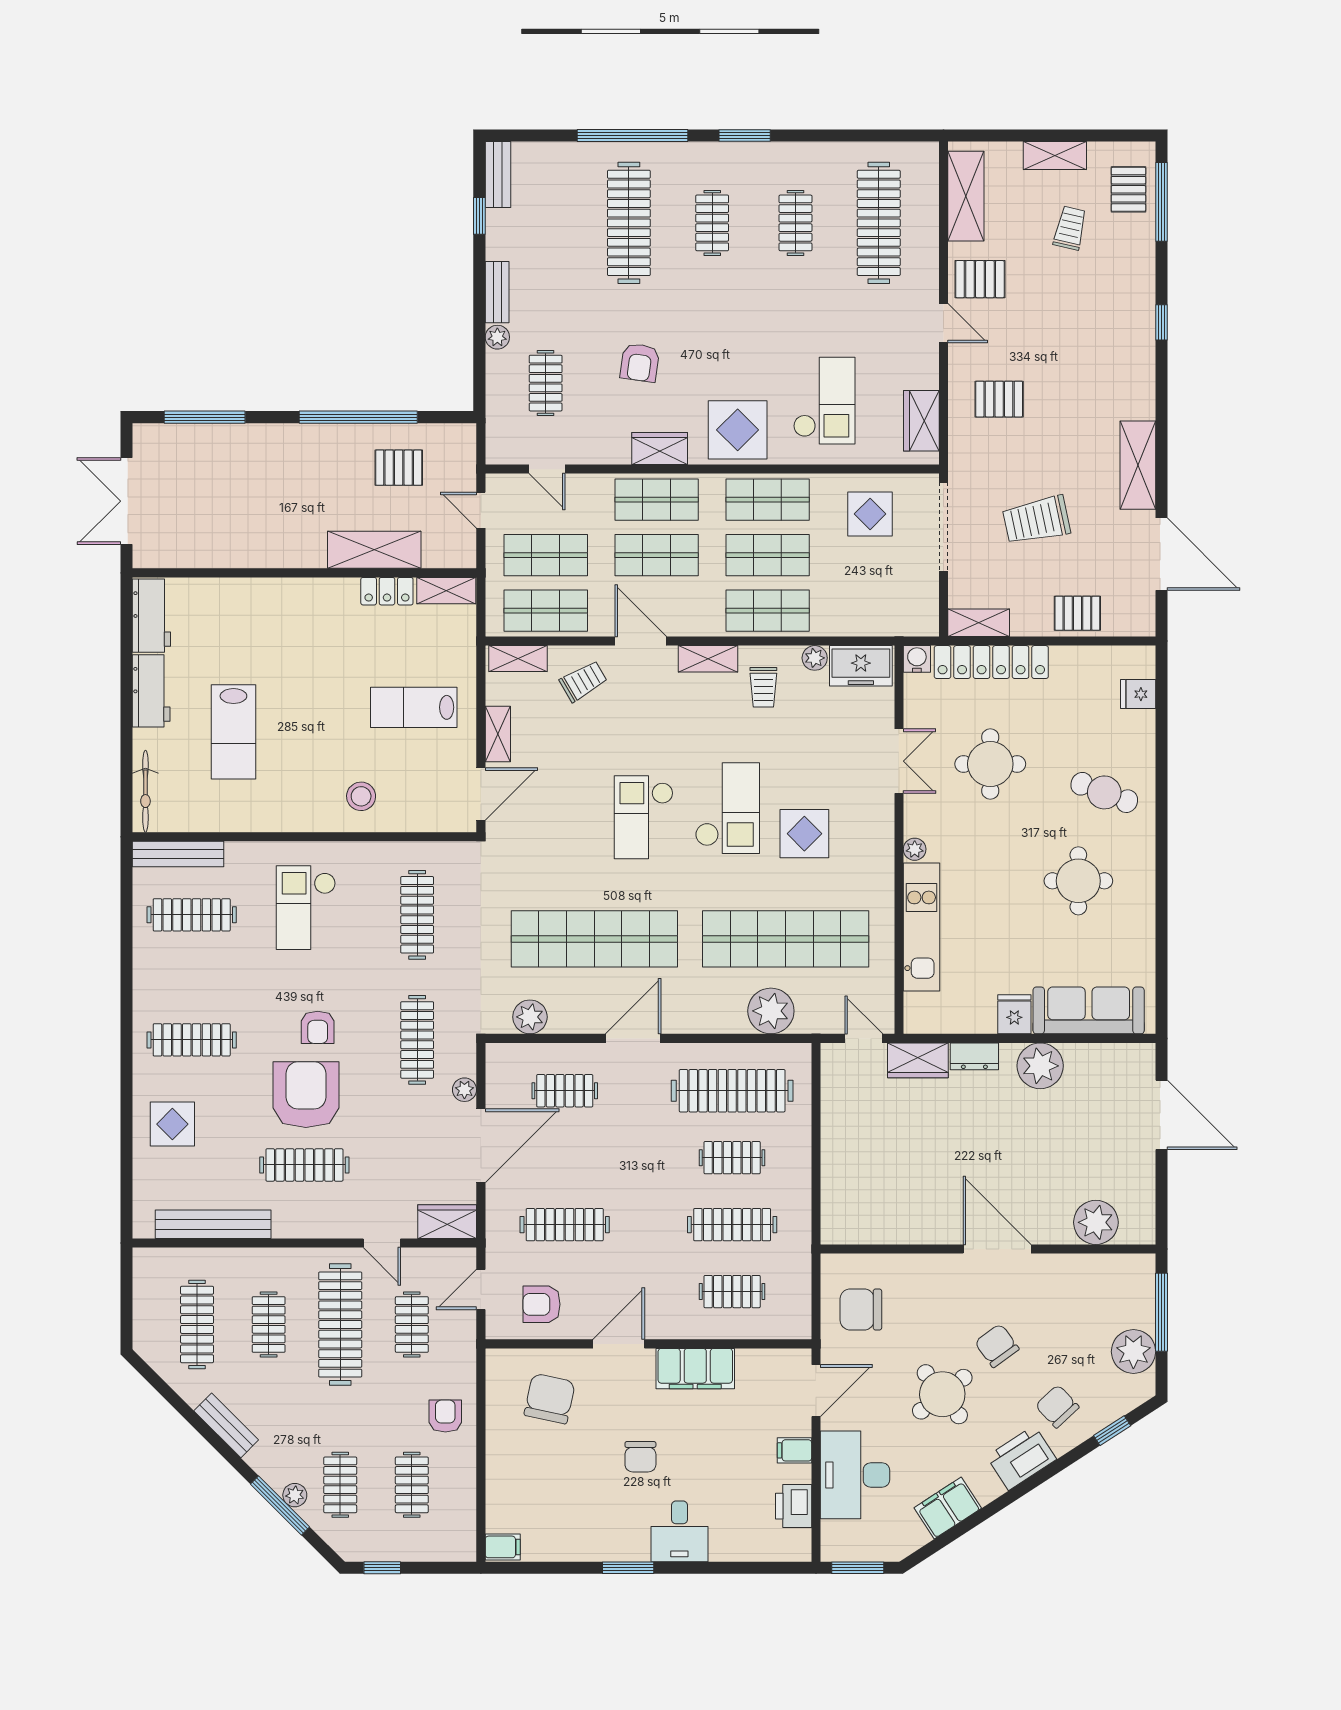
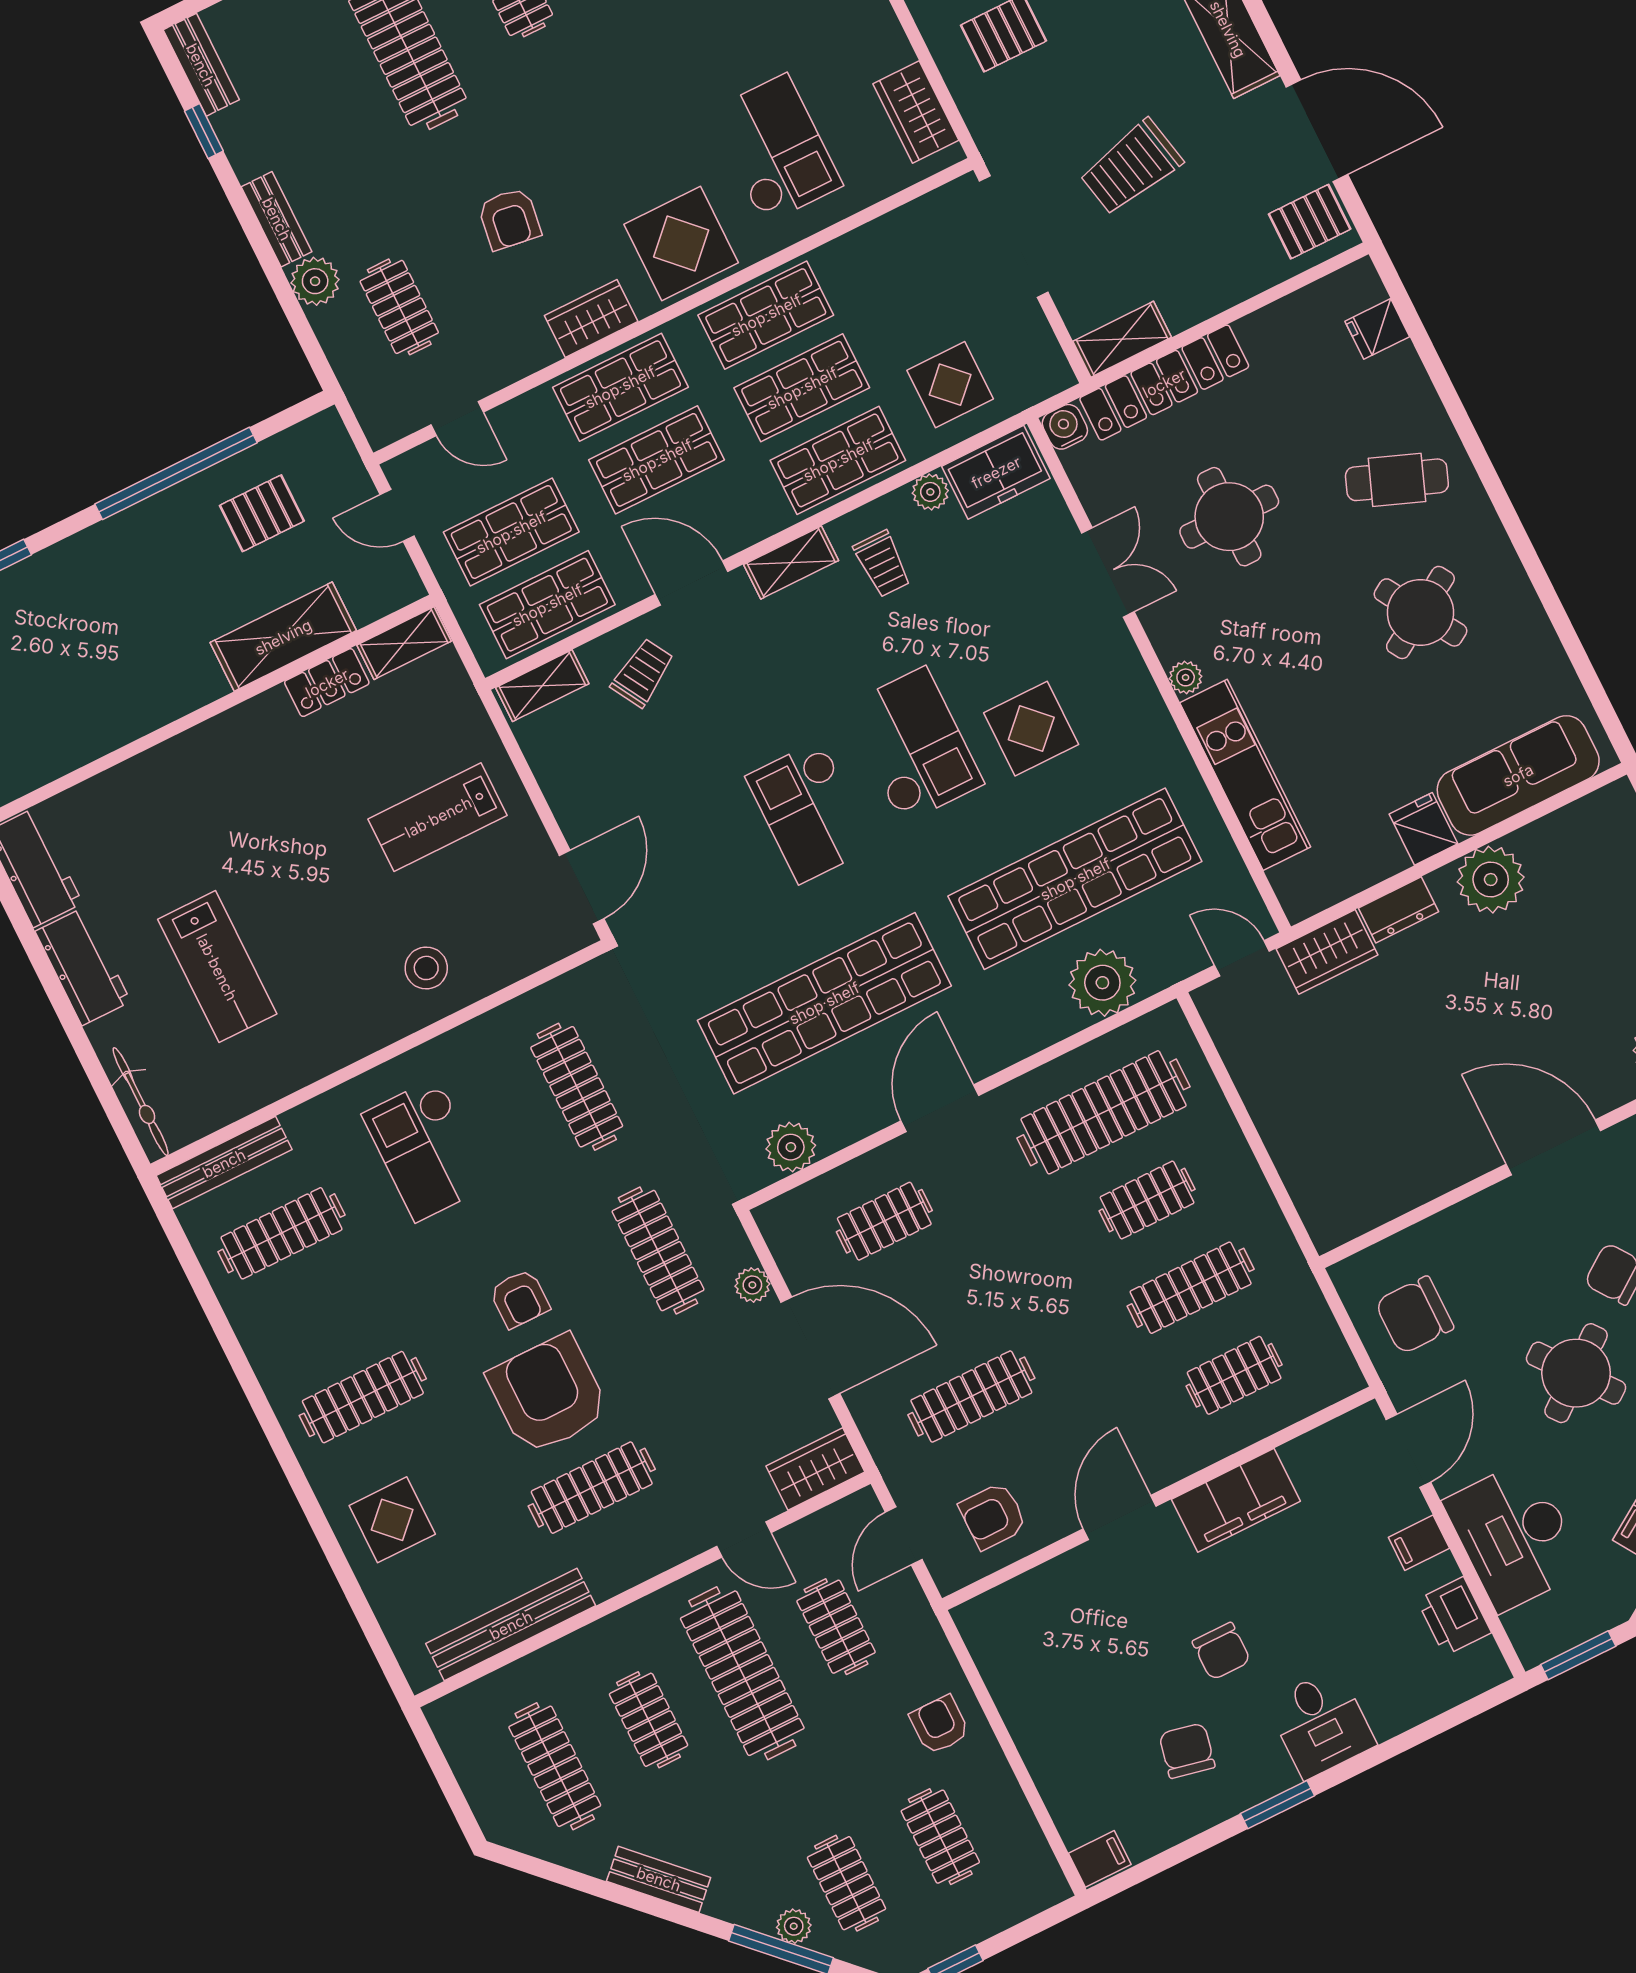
plant: (497, 337) -> (315, 281), width x1.38, depth x1.38
display table: (870, 514) -> (950, 385), moved
pallet: (1077, 613) -> (1310, 222), moved
shelving: (498, 734) -> (565, 797), removed
round table: (1078, 881) -> (1420, 612), turned -32
door: (481, 1146) -> (810, 1348), hinge flipped
chair: (550, 1399) -> (1187, 1751), moved, width x0.73, depth x0.73

